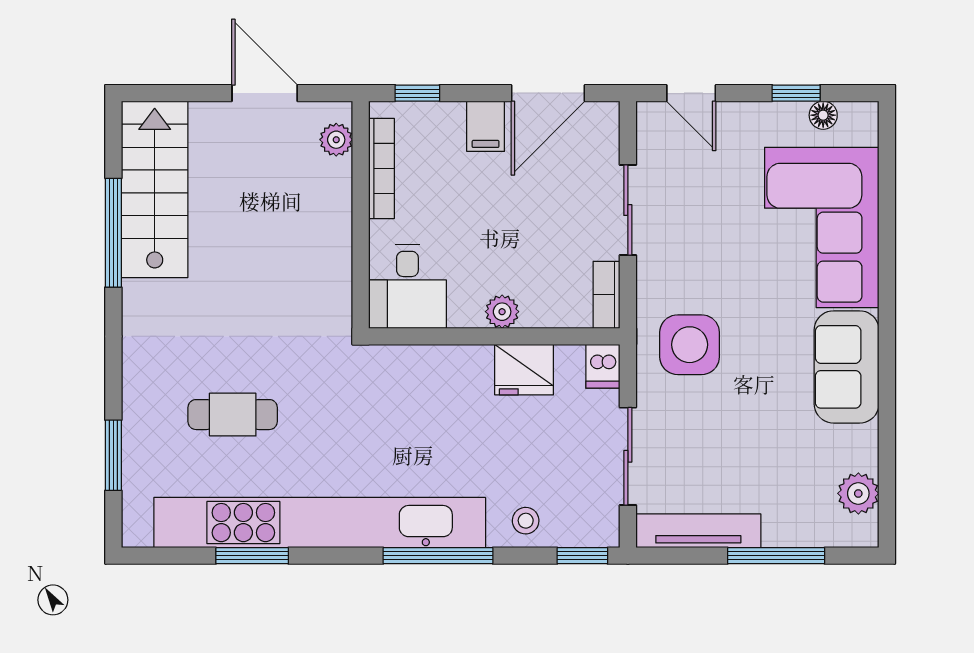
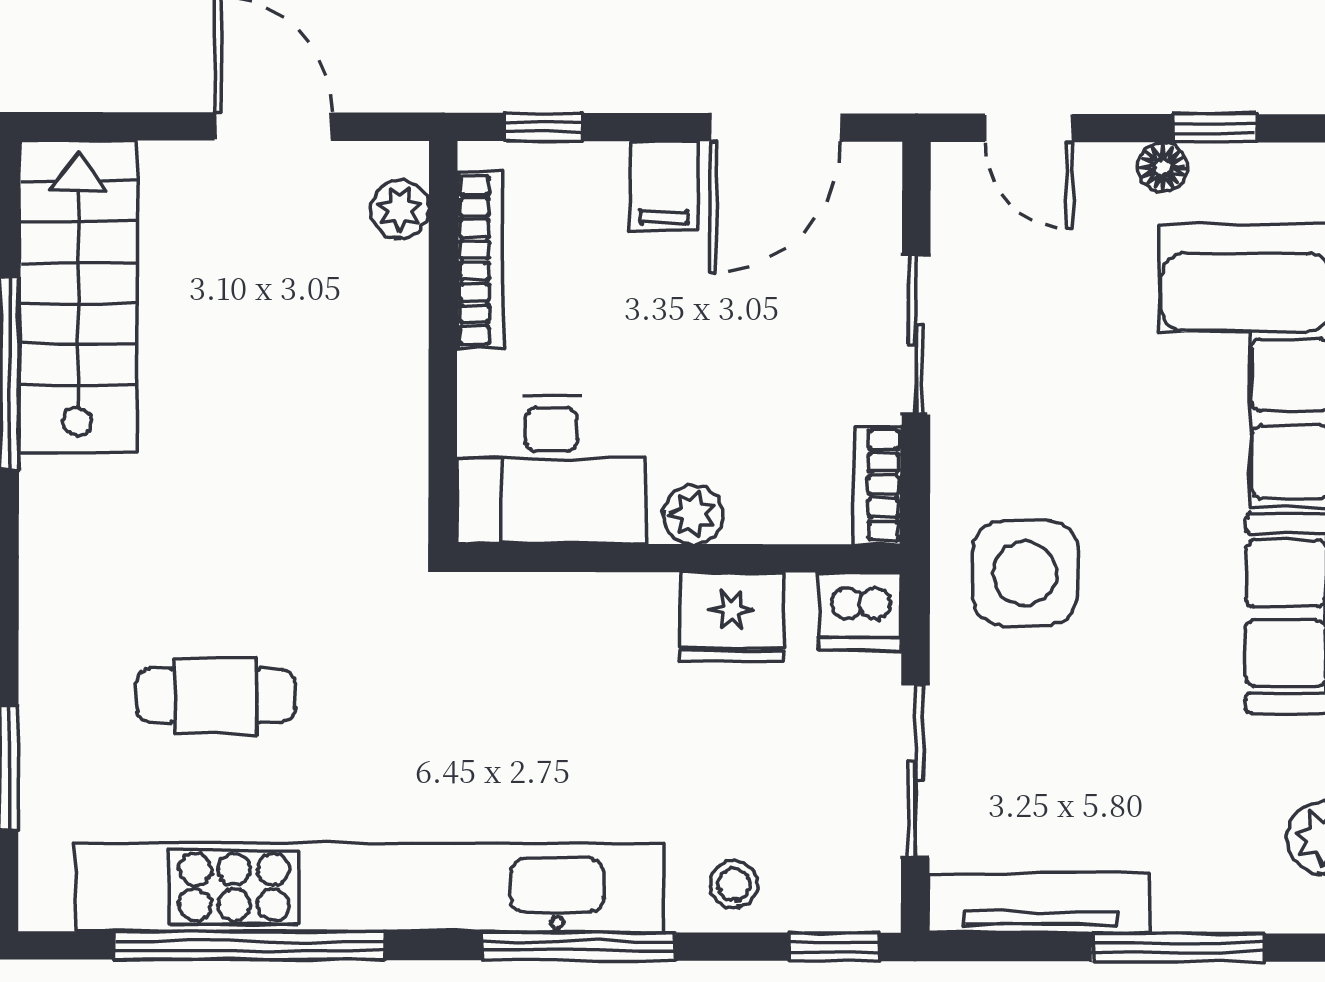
floor lamp: (823, 115) -> (1163, 167), moved
desk: (407, 287) -> (551, 470), width x1.37
dishwasher: (603, 366) -> (860, 611), width x1.38
window: (252, 556) -> (250, 946), width x2.11

